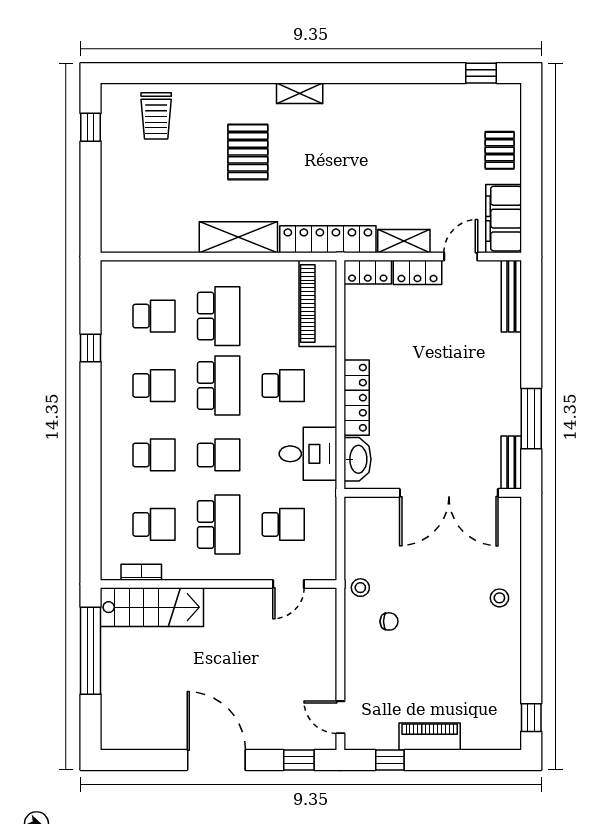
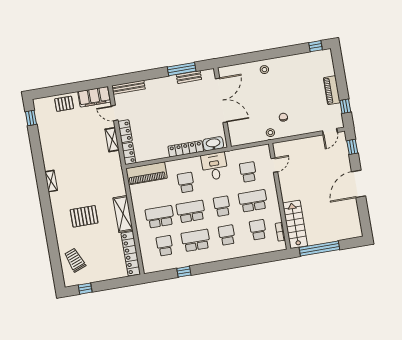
shelving: (300, 93) -> (51, 181), moved
trolley: (156, 116) -> (75, 260), turned -111
locker: (328, 239) -> (131, 254), moved
school desk: (154, 386) -> (196, 240), width x1.85
bench: (511, 463) -> (189, 77), moved
door: (288, 584) -> (274, 165), hinge flipped

